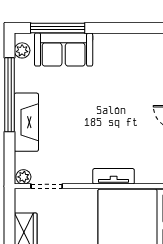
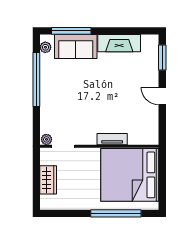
fireplace: (26, 122) -> (119, 43), moved, turned 90

